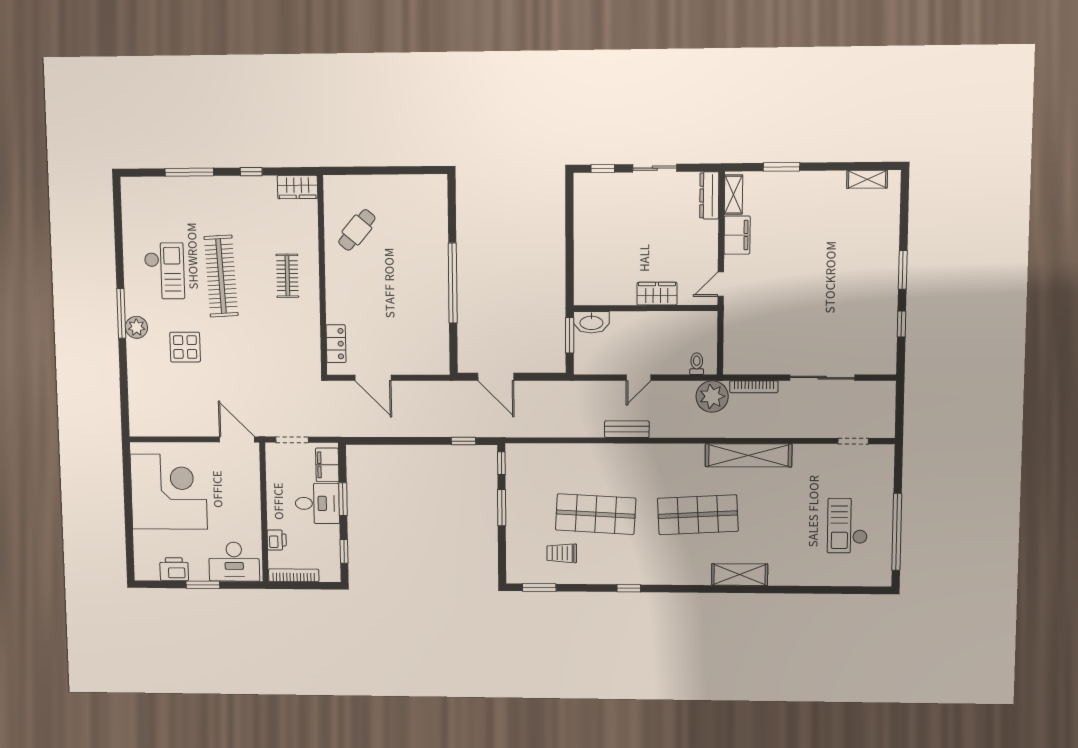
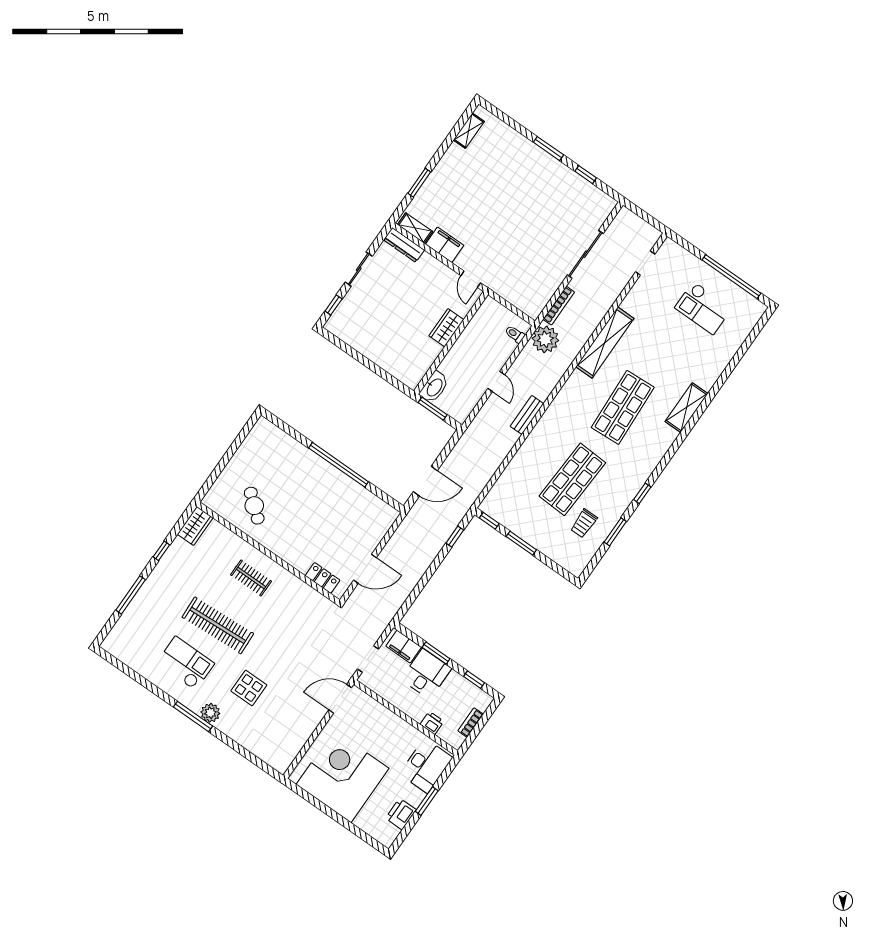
bookcase: (294, 575) -> (471, 723), width x0.64
window: (539, 588) -> (615, 532), moved

